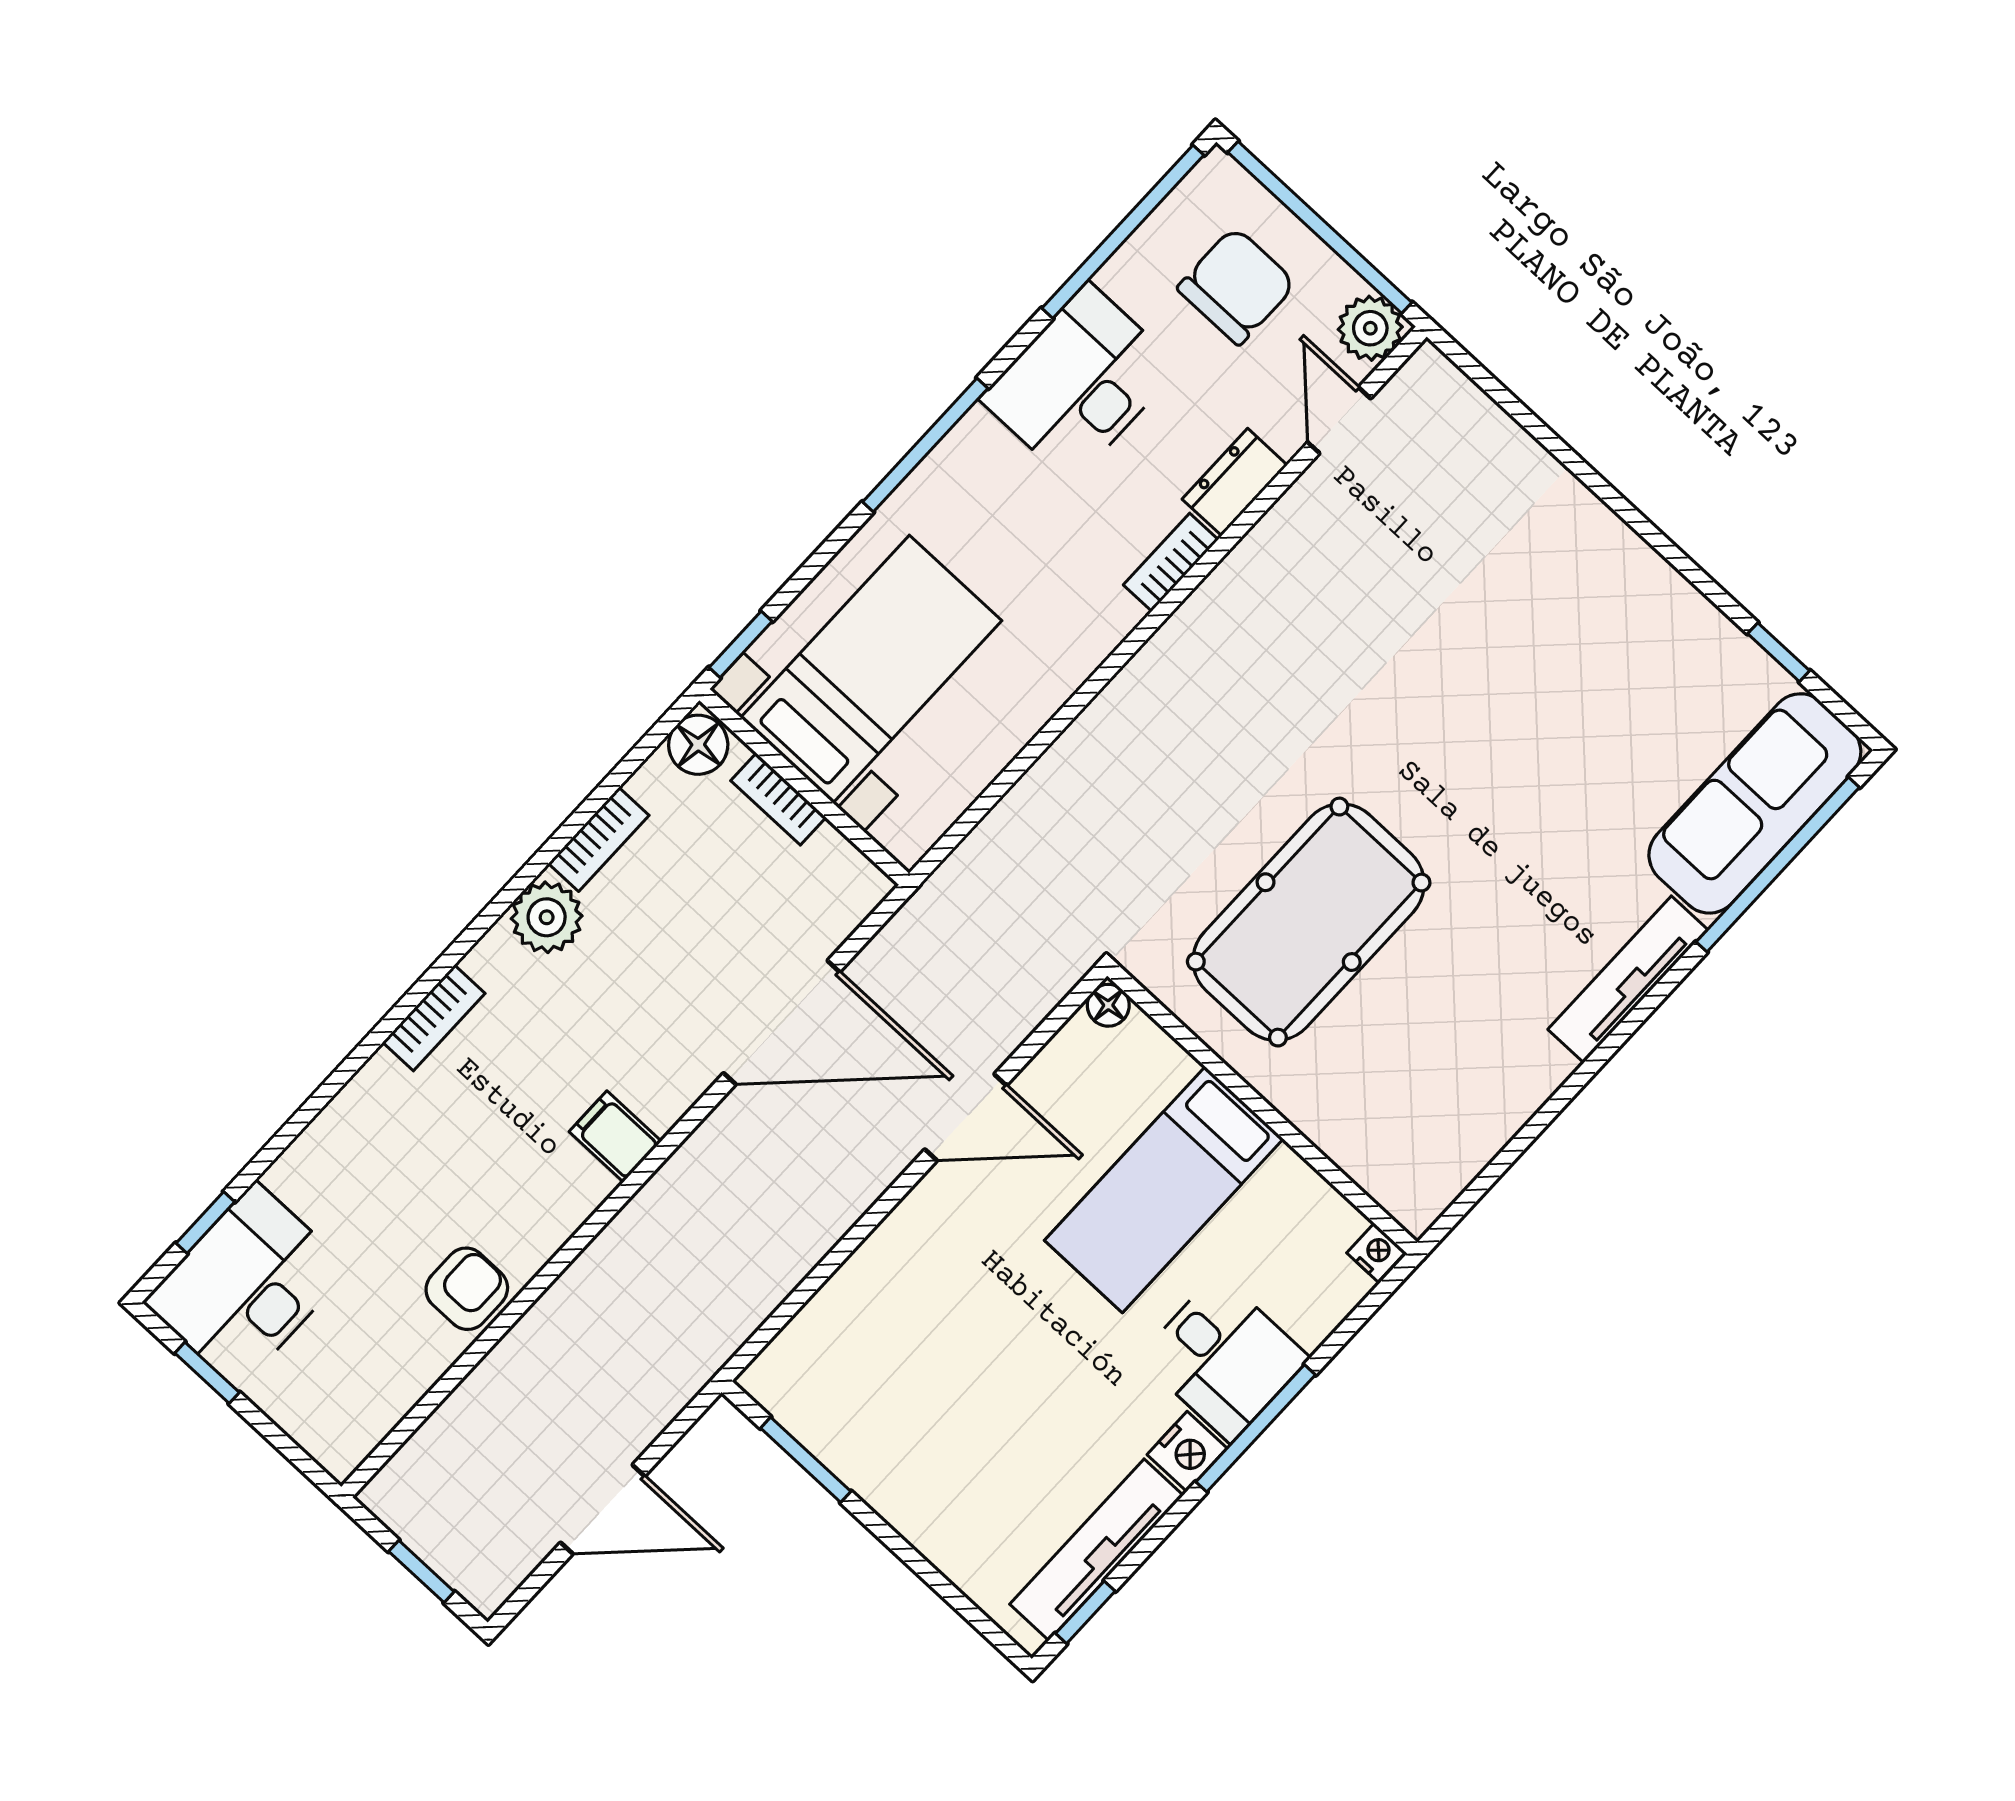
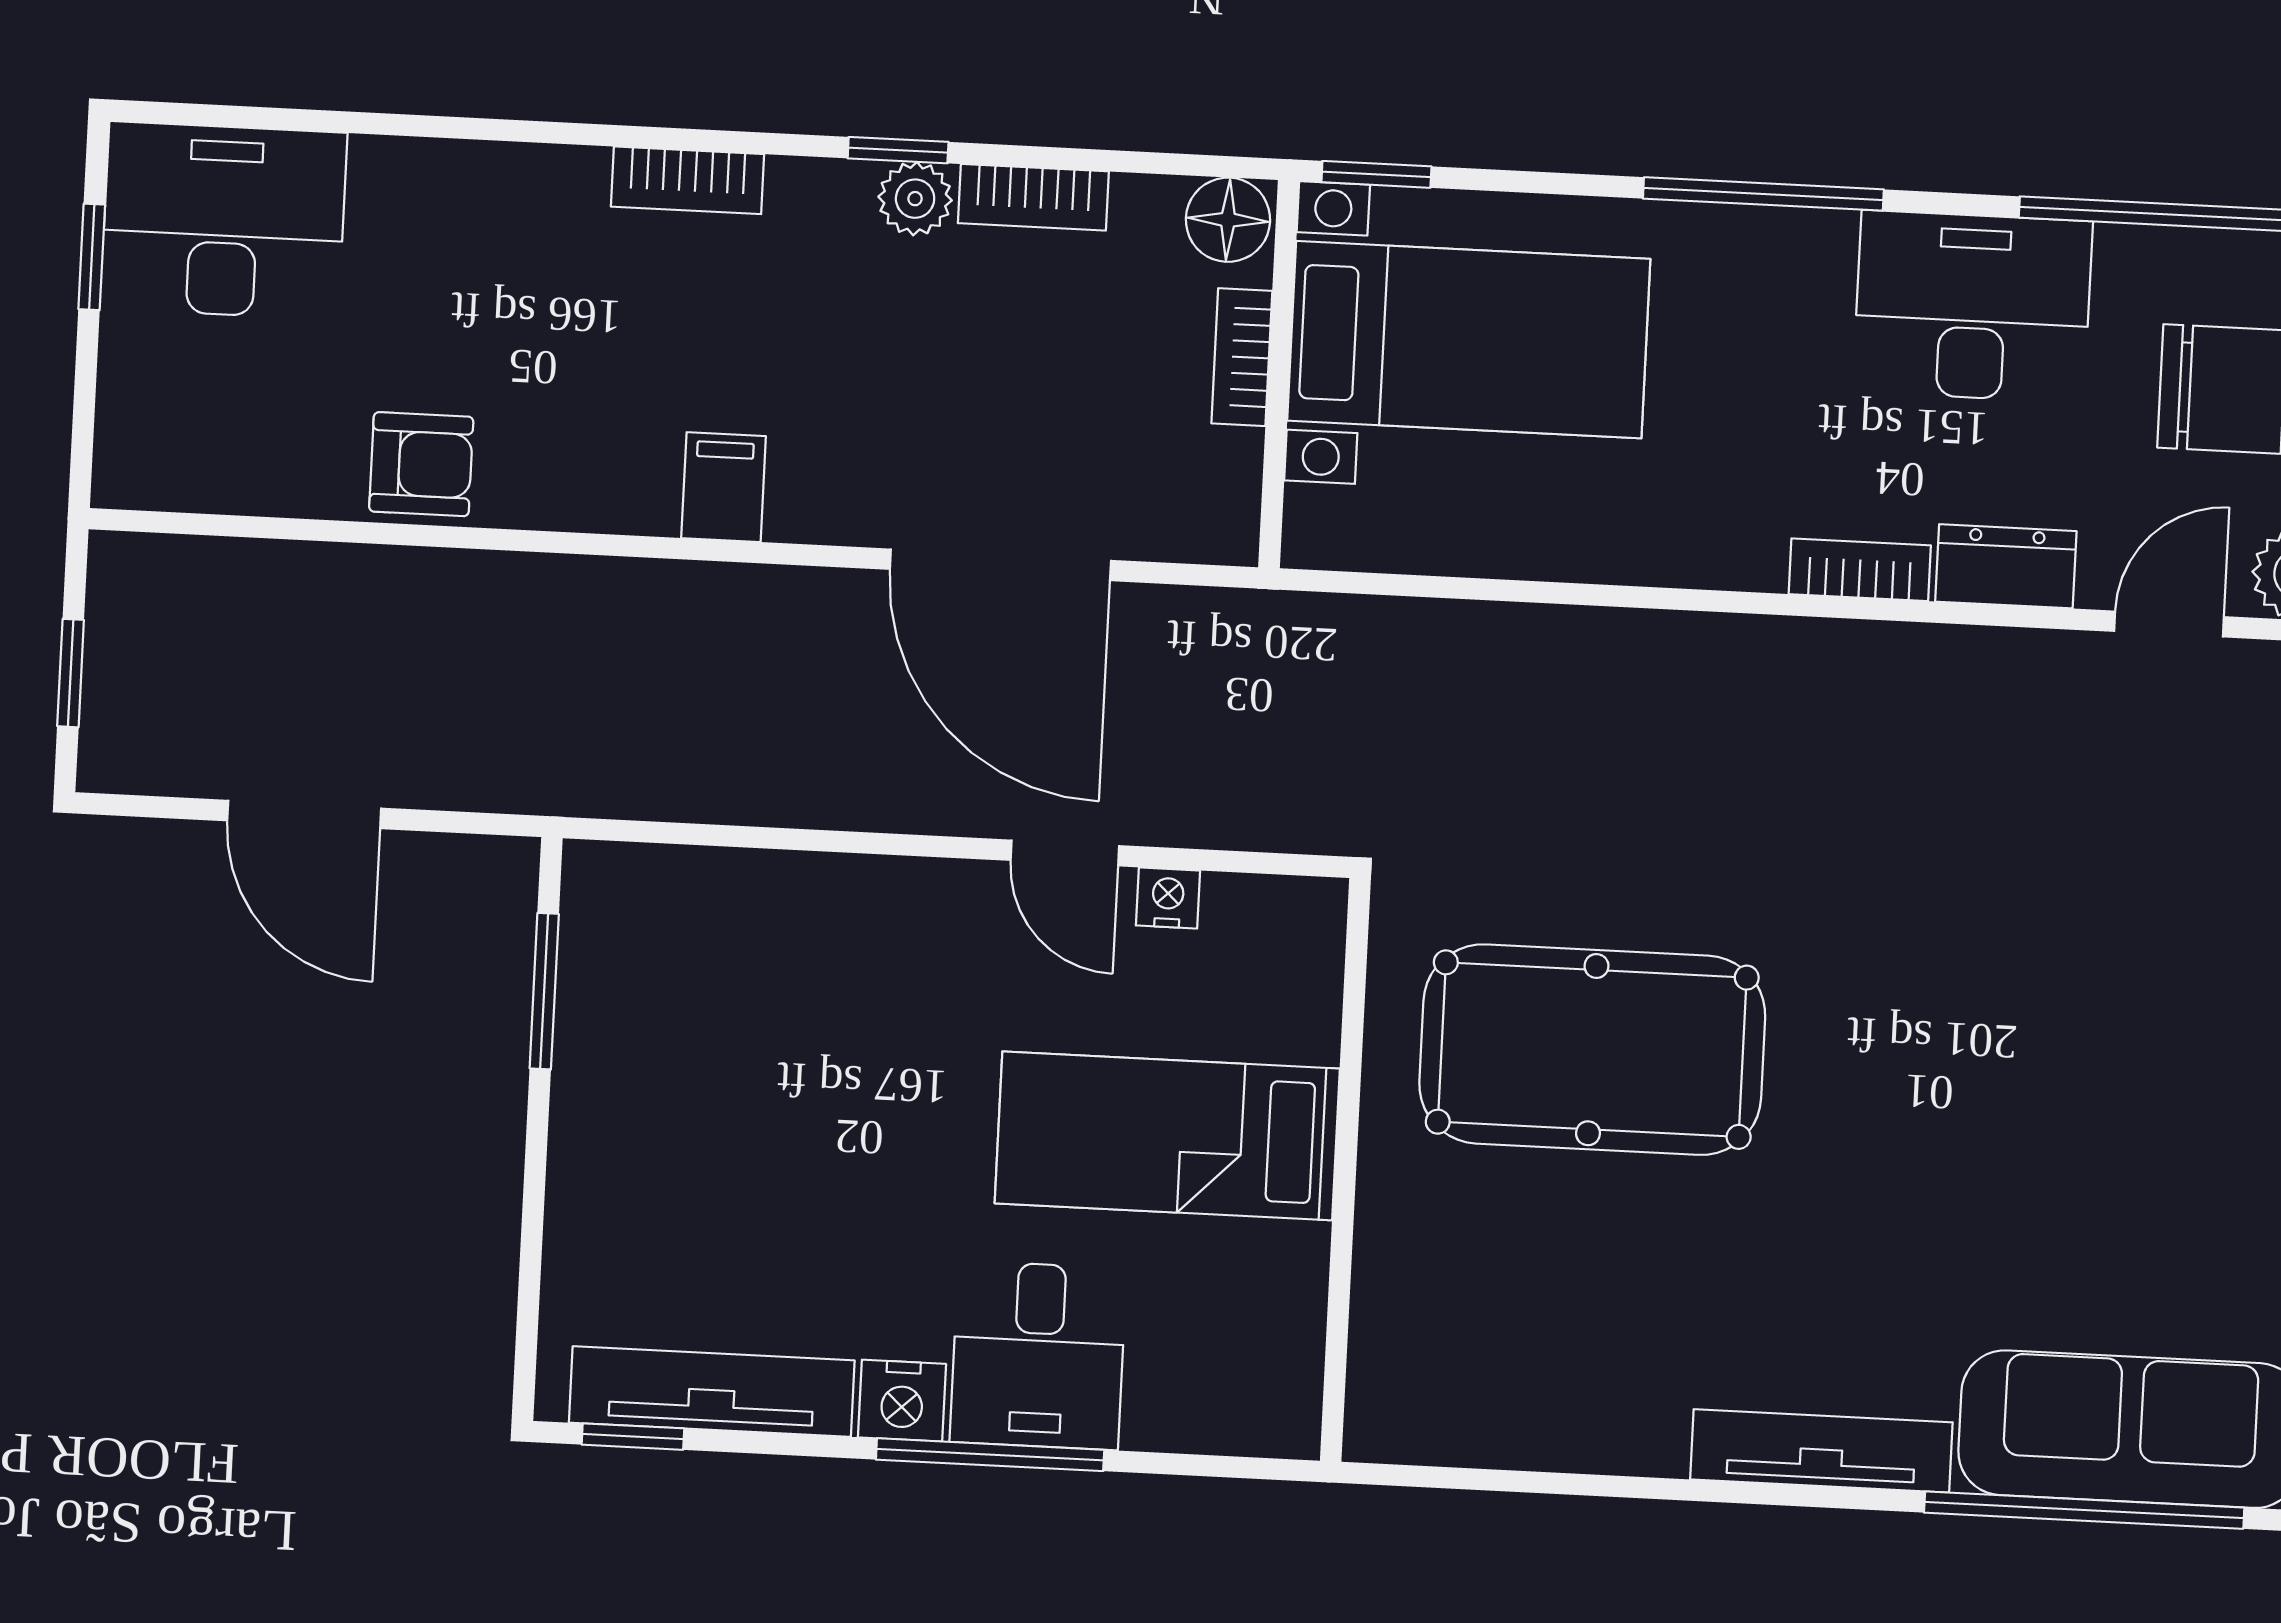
plant: (547, 917) -> (915, 199), width x0.73, depth x0.73
floor lamp: (1108, 1005) -> (1318, 906), removed
door: (966, 1117) -> (1065, 853), width x0.73
window: (205, 1222) -> (898, 150), moved
nightstand: (1376, 1253) -> (1168, 898), moved, turned -90

